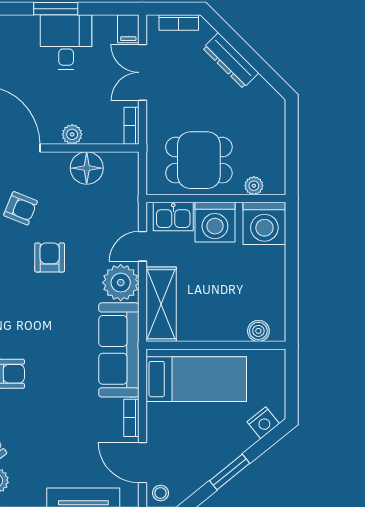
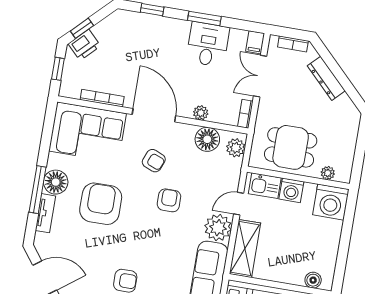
plant: (126, 173) -> (236, 148), added
washing machine: (215, 222) -> (291, 190), width x0.73, depth x0.73

